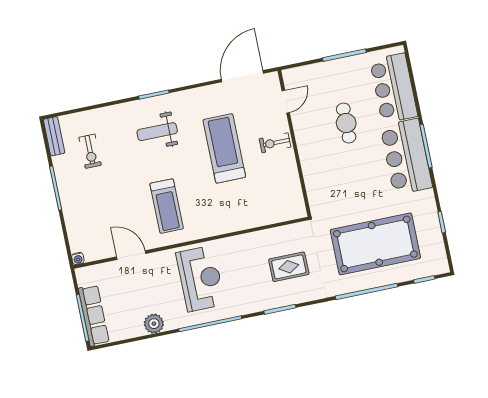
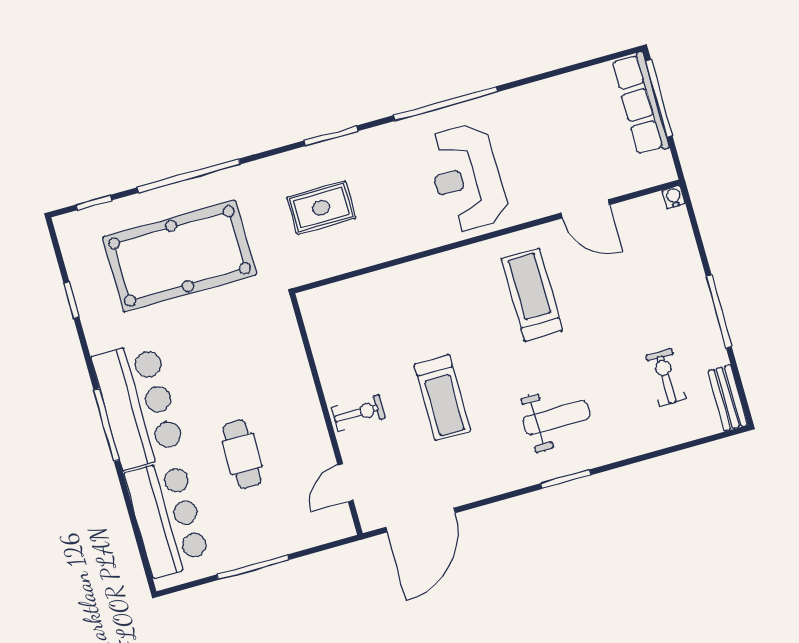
treadmill: (224, 148) -> (442, 398), width x0.73, depth x0.73
plant: (154, 324) -> (539, 97), removed

